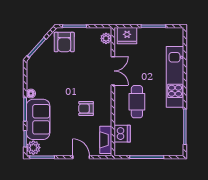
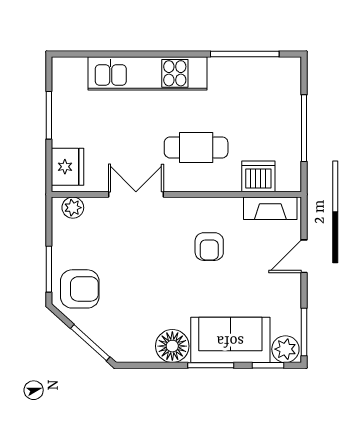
floor lamp: (31, 94) -> (172, 346), width x1.89, depth x1.89

